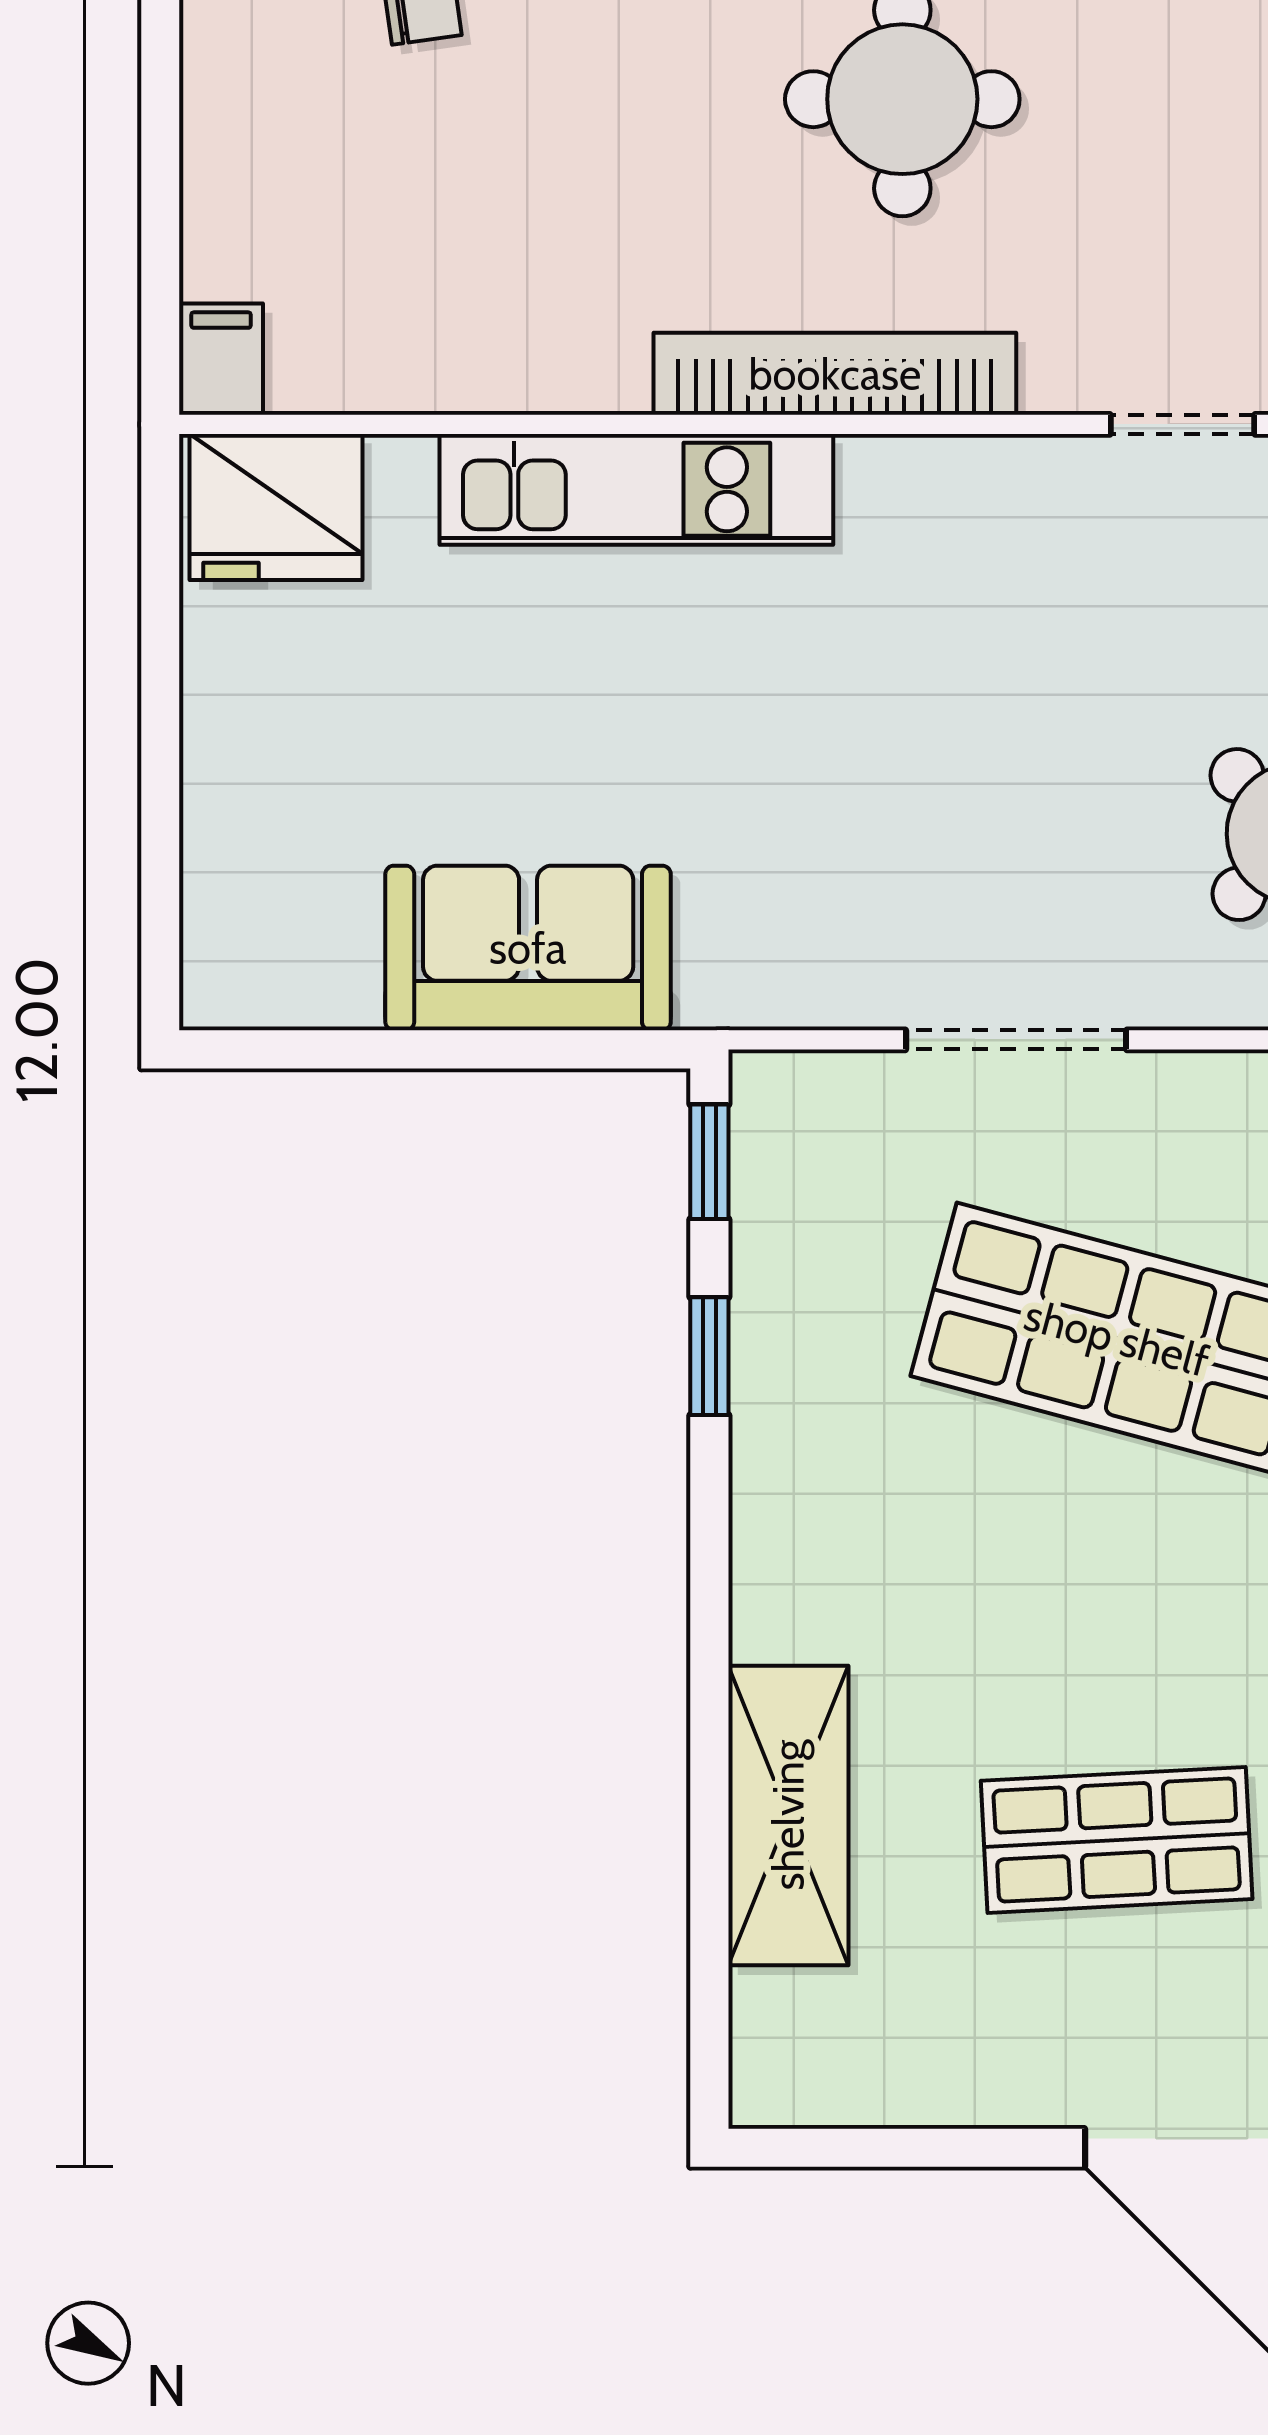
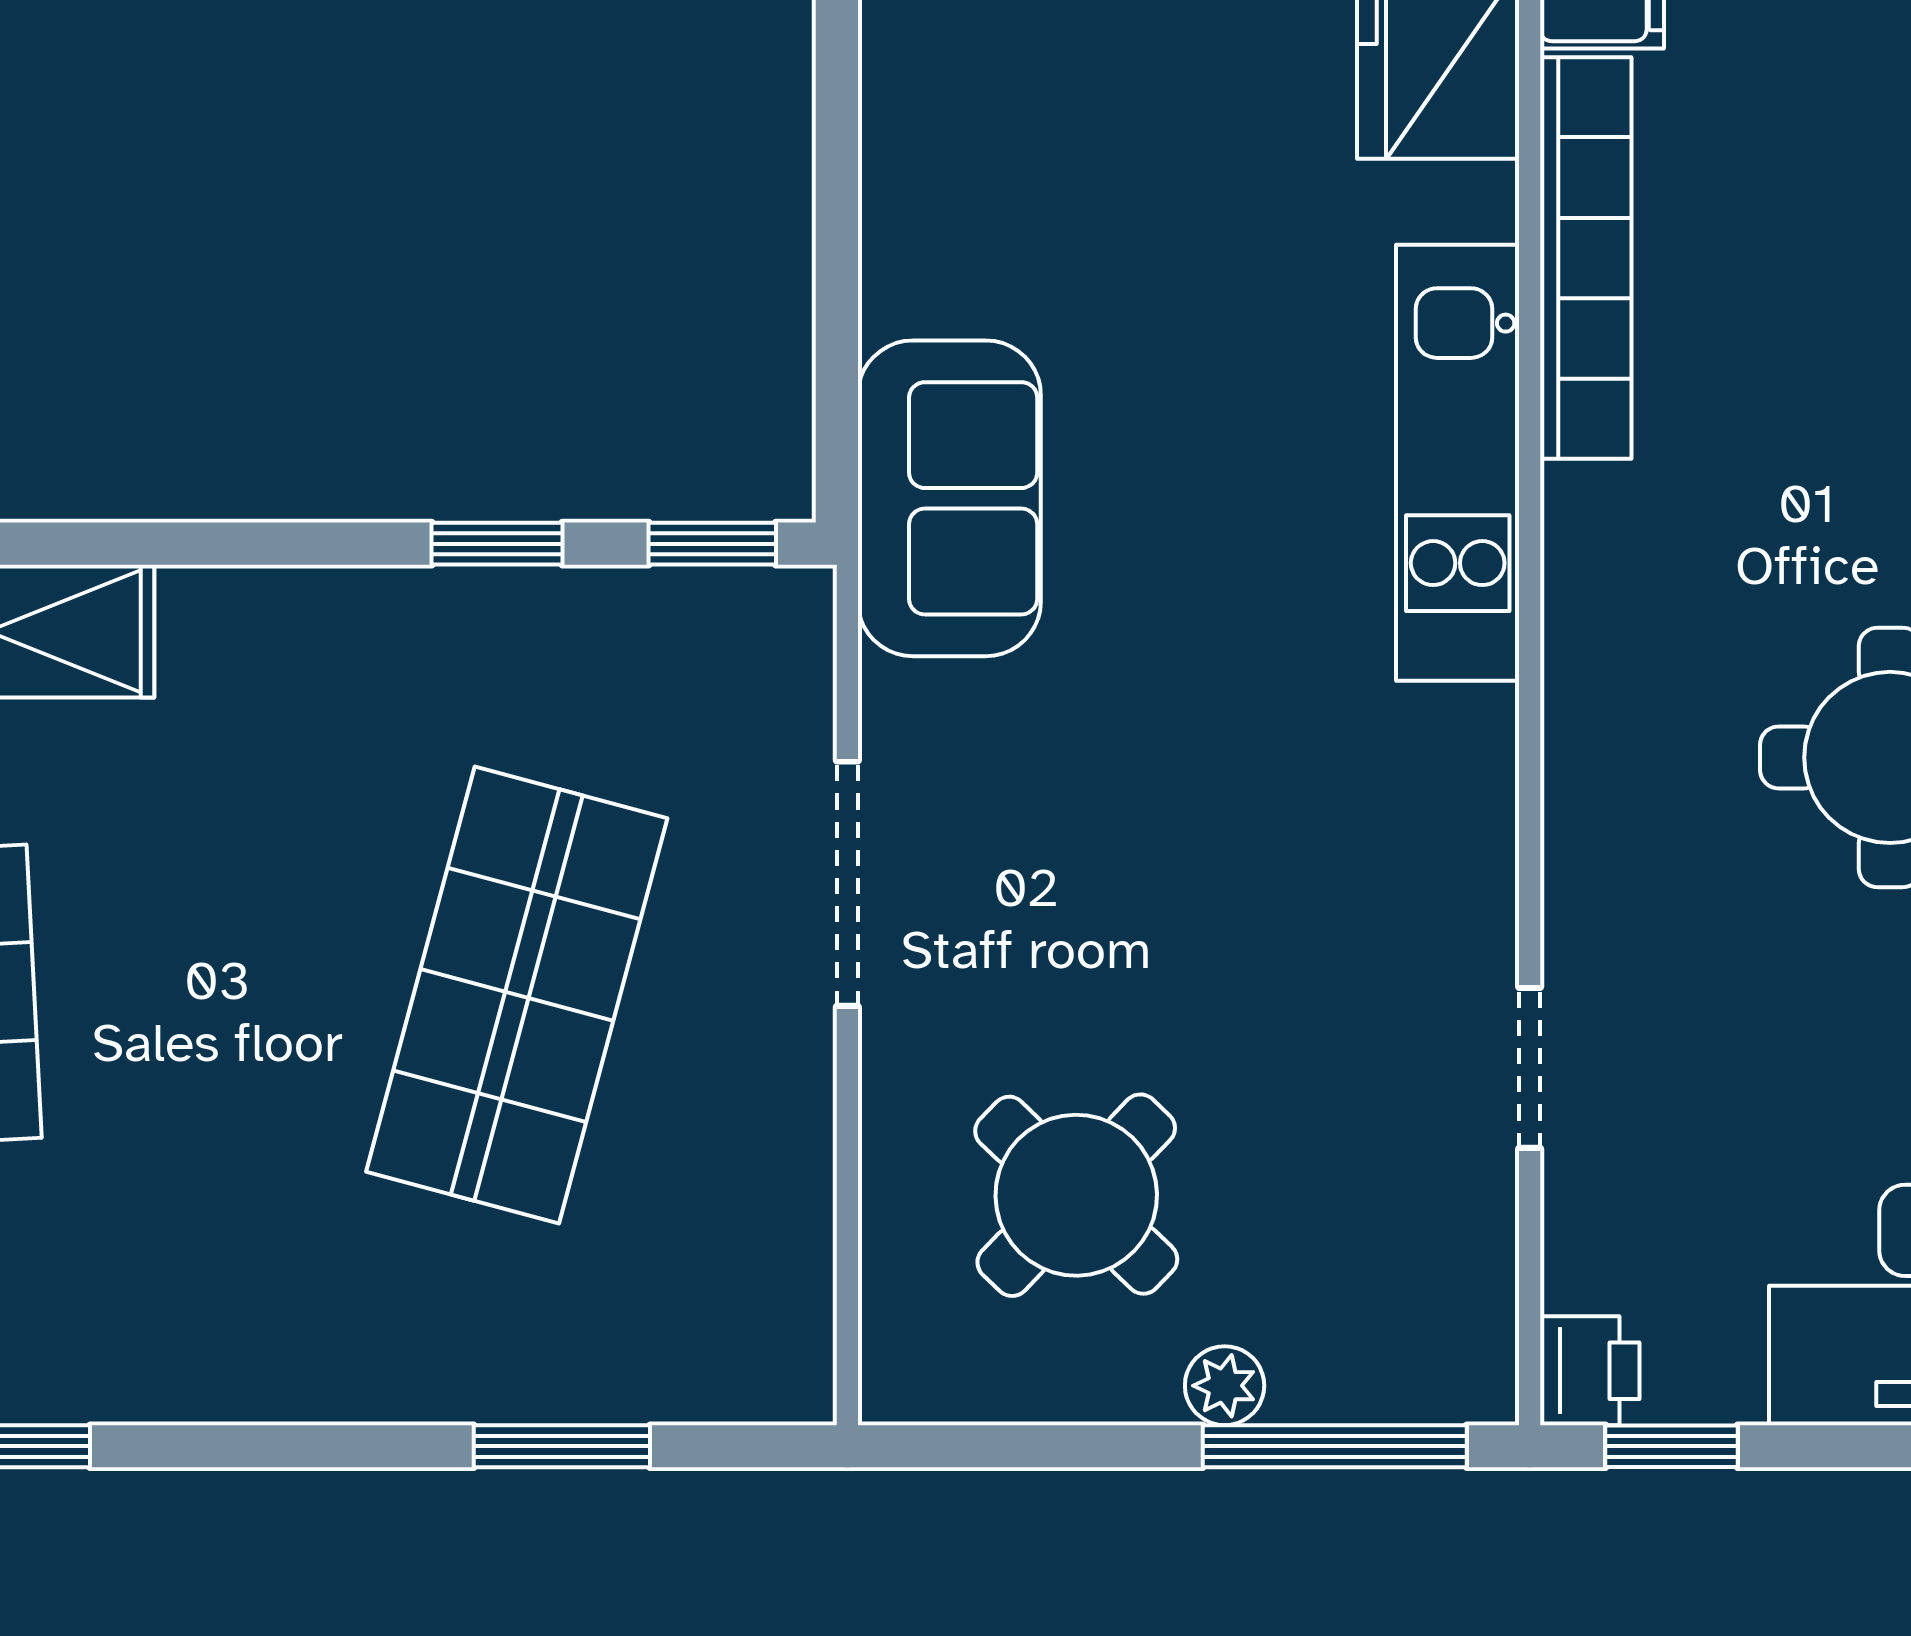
bookcase: (835, 374) -> (1586, 258), moved
sofa: (528, 948) -> (949, 498), moved

